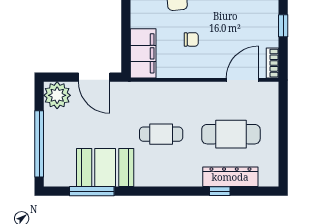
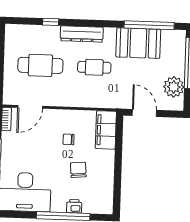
plant: (57, 95) -> (174, 87), moved
dresser: (230, 177) -> (82, 34), moved
window: (92, 191) -> (149, 25), width x1.46

